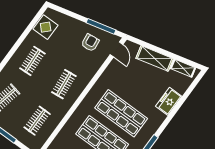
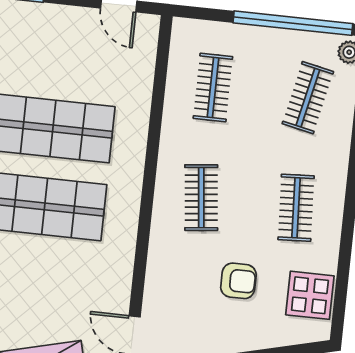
armchair: (90, 43) -> (238, 281), moved, turned -83

